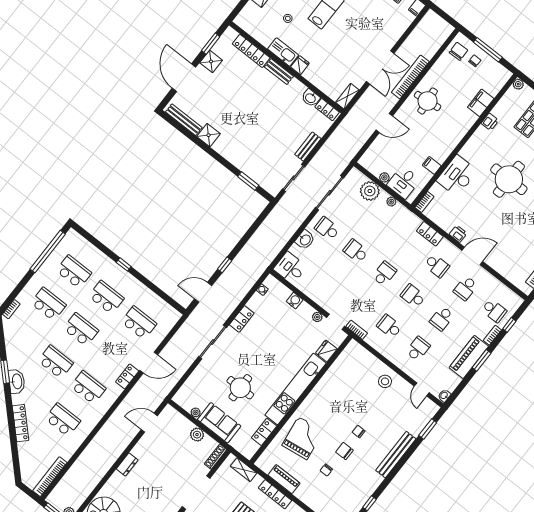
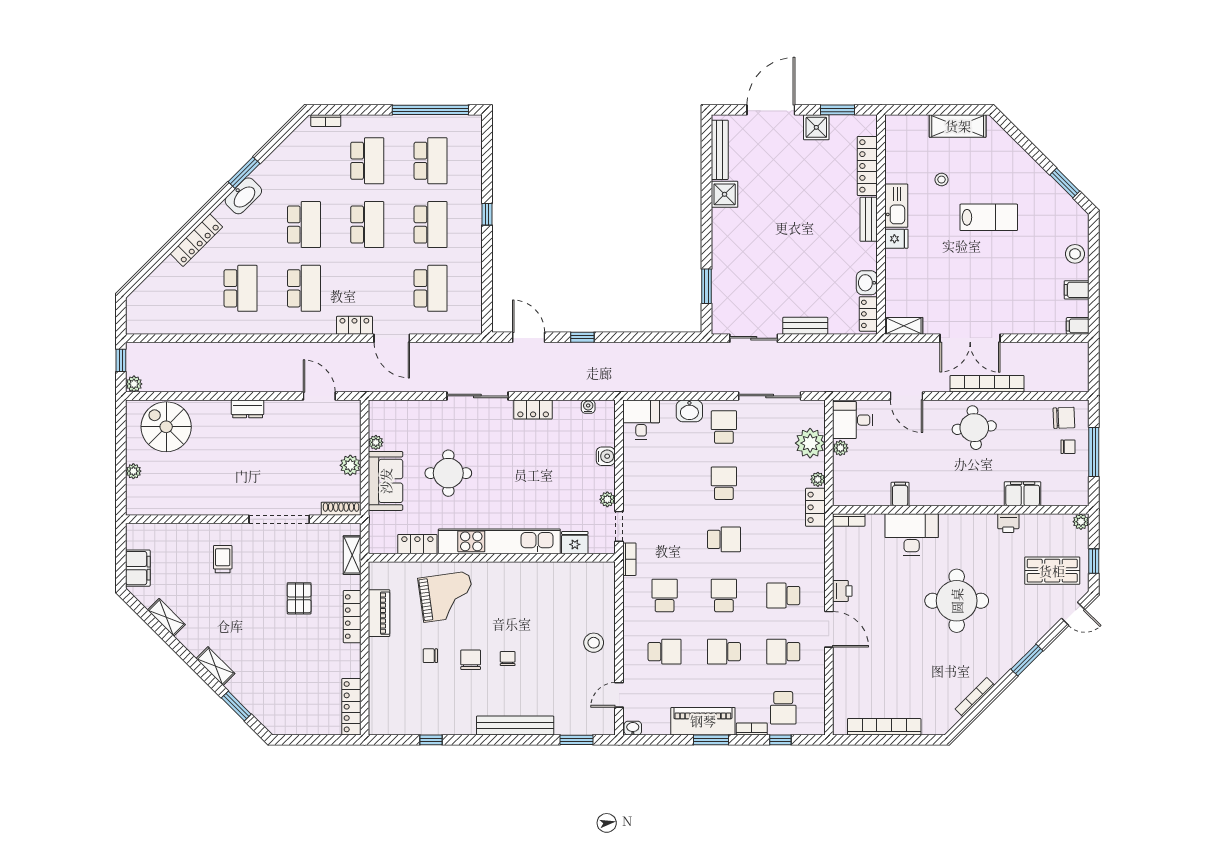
desk: (404, 182) -> (853, 420), moved
locker: (430, 234) -> (815, 507), moved
school desk: (437, 266) -> (783, 596), turned 90
bookcase: (50, 477) -> (159, 327), removed

